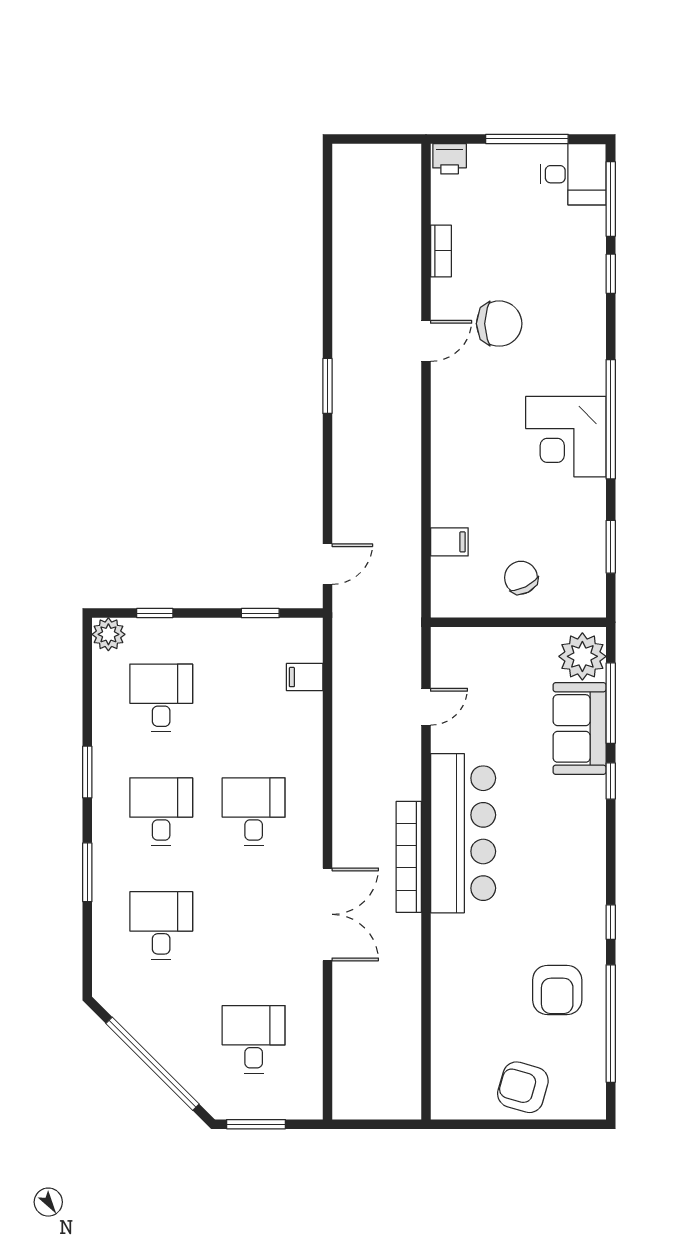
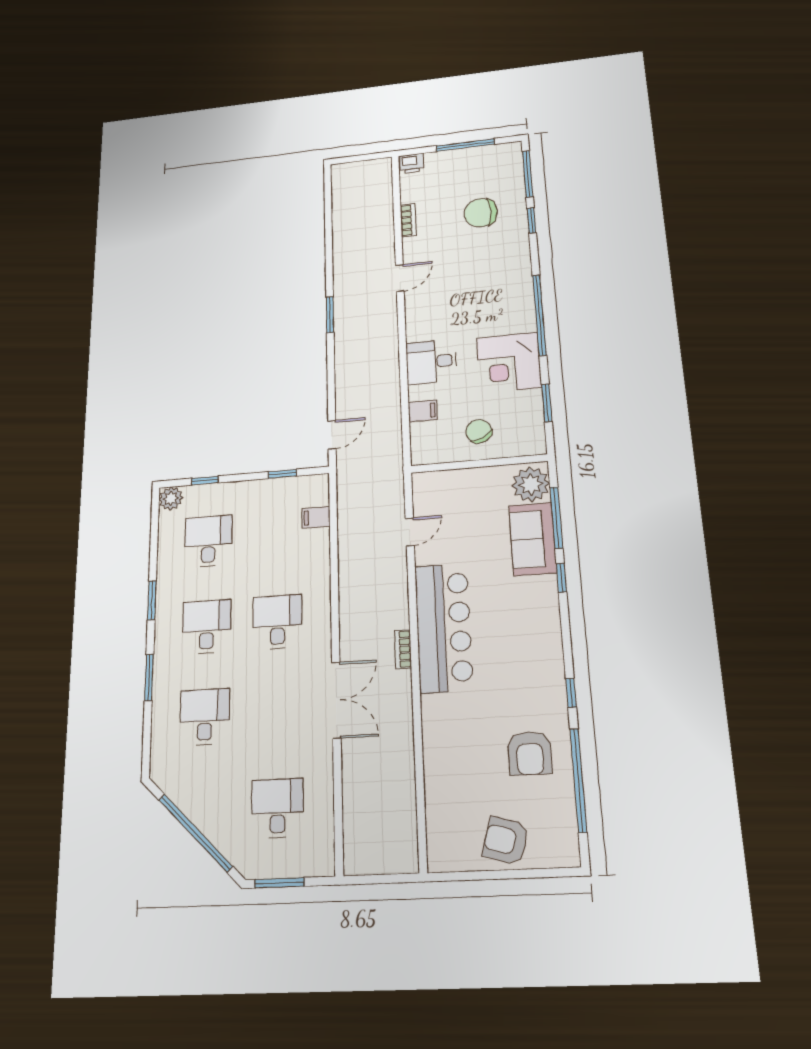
desk: (573, 174) -> (431, 362), moved, turned 180
chair: (499, 324) -> (481, 213), moved, turned 180
corner desk: (566, 437) -> (509, 363), moved
bookcase: (409, 857) -> (403, 649), width x0.43, depth x0.76

